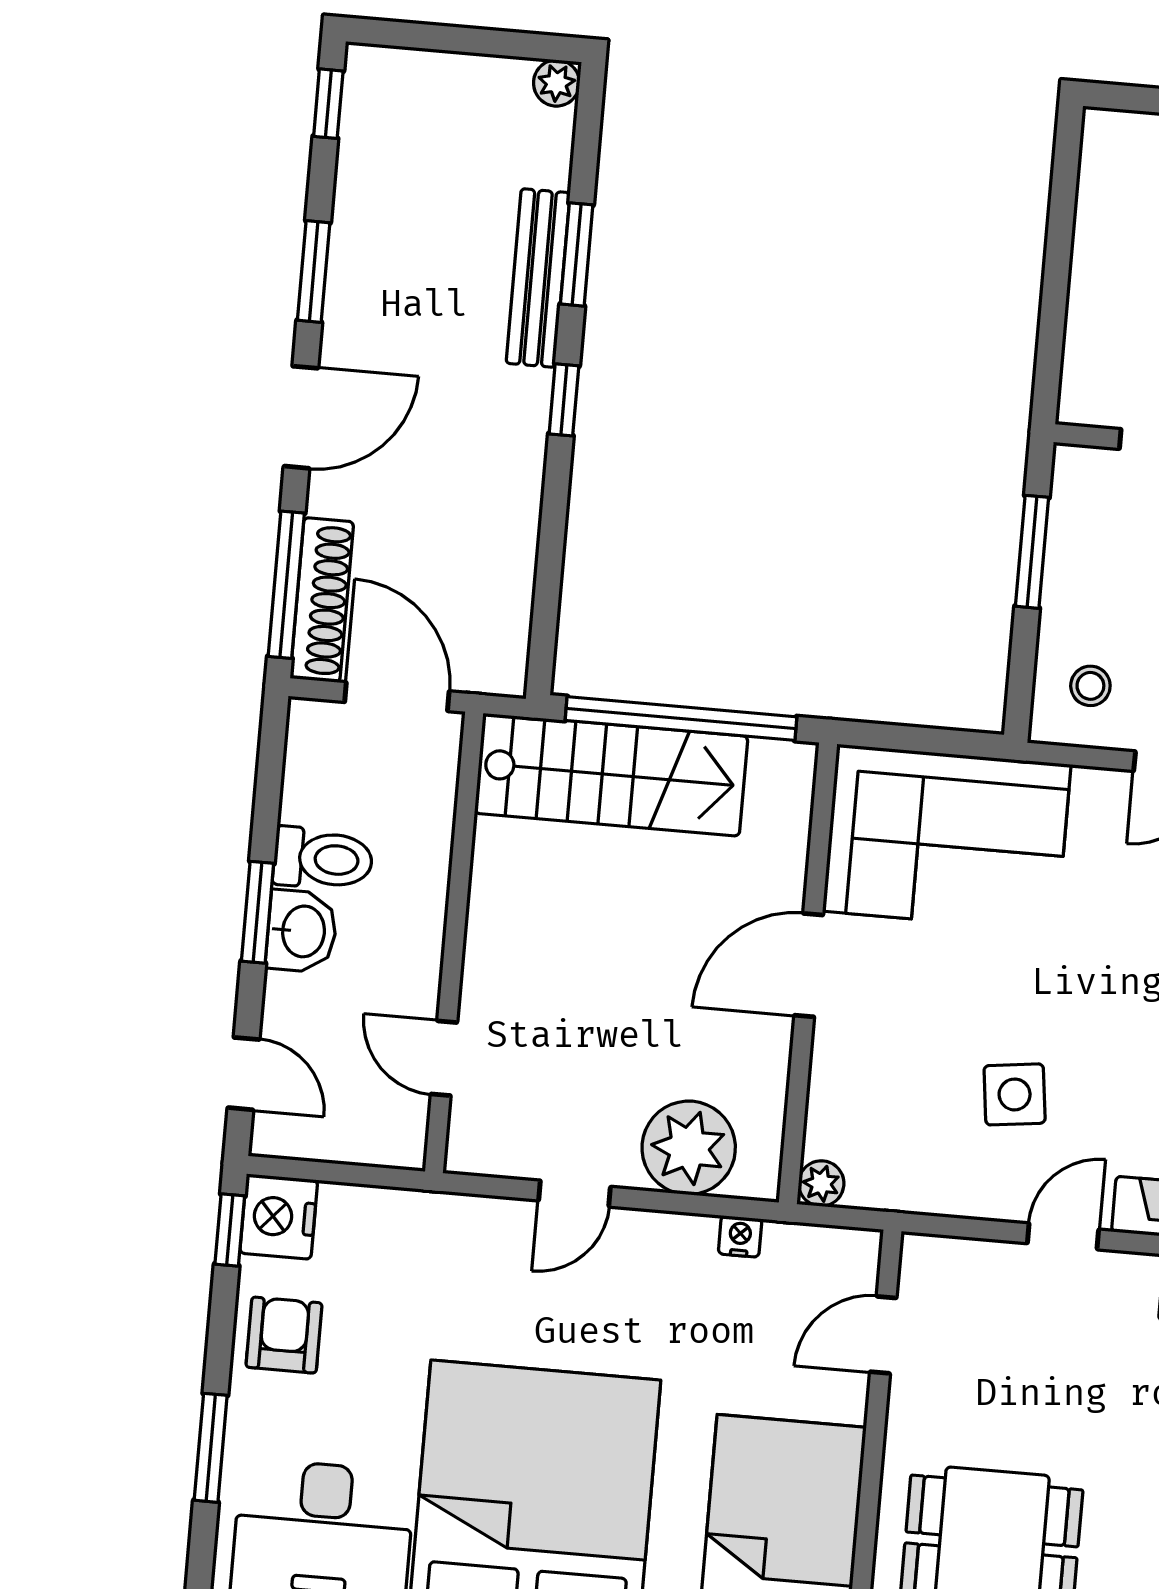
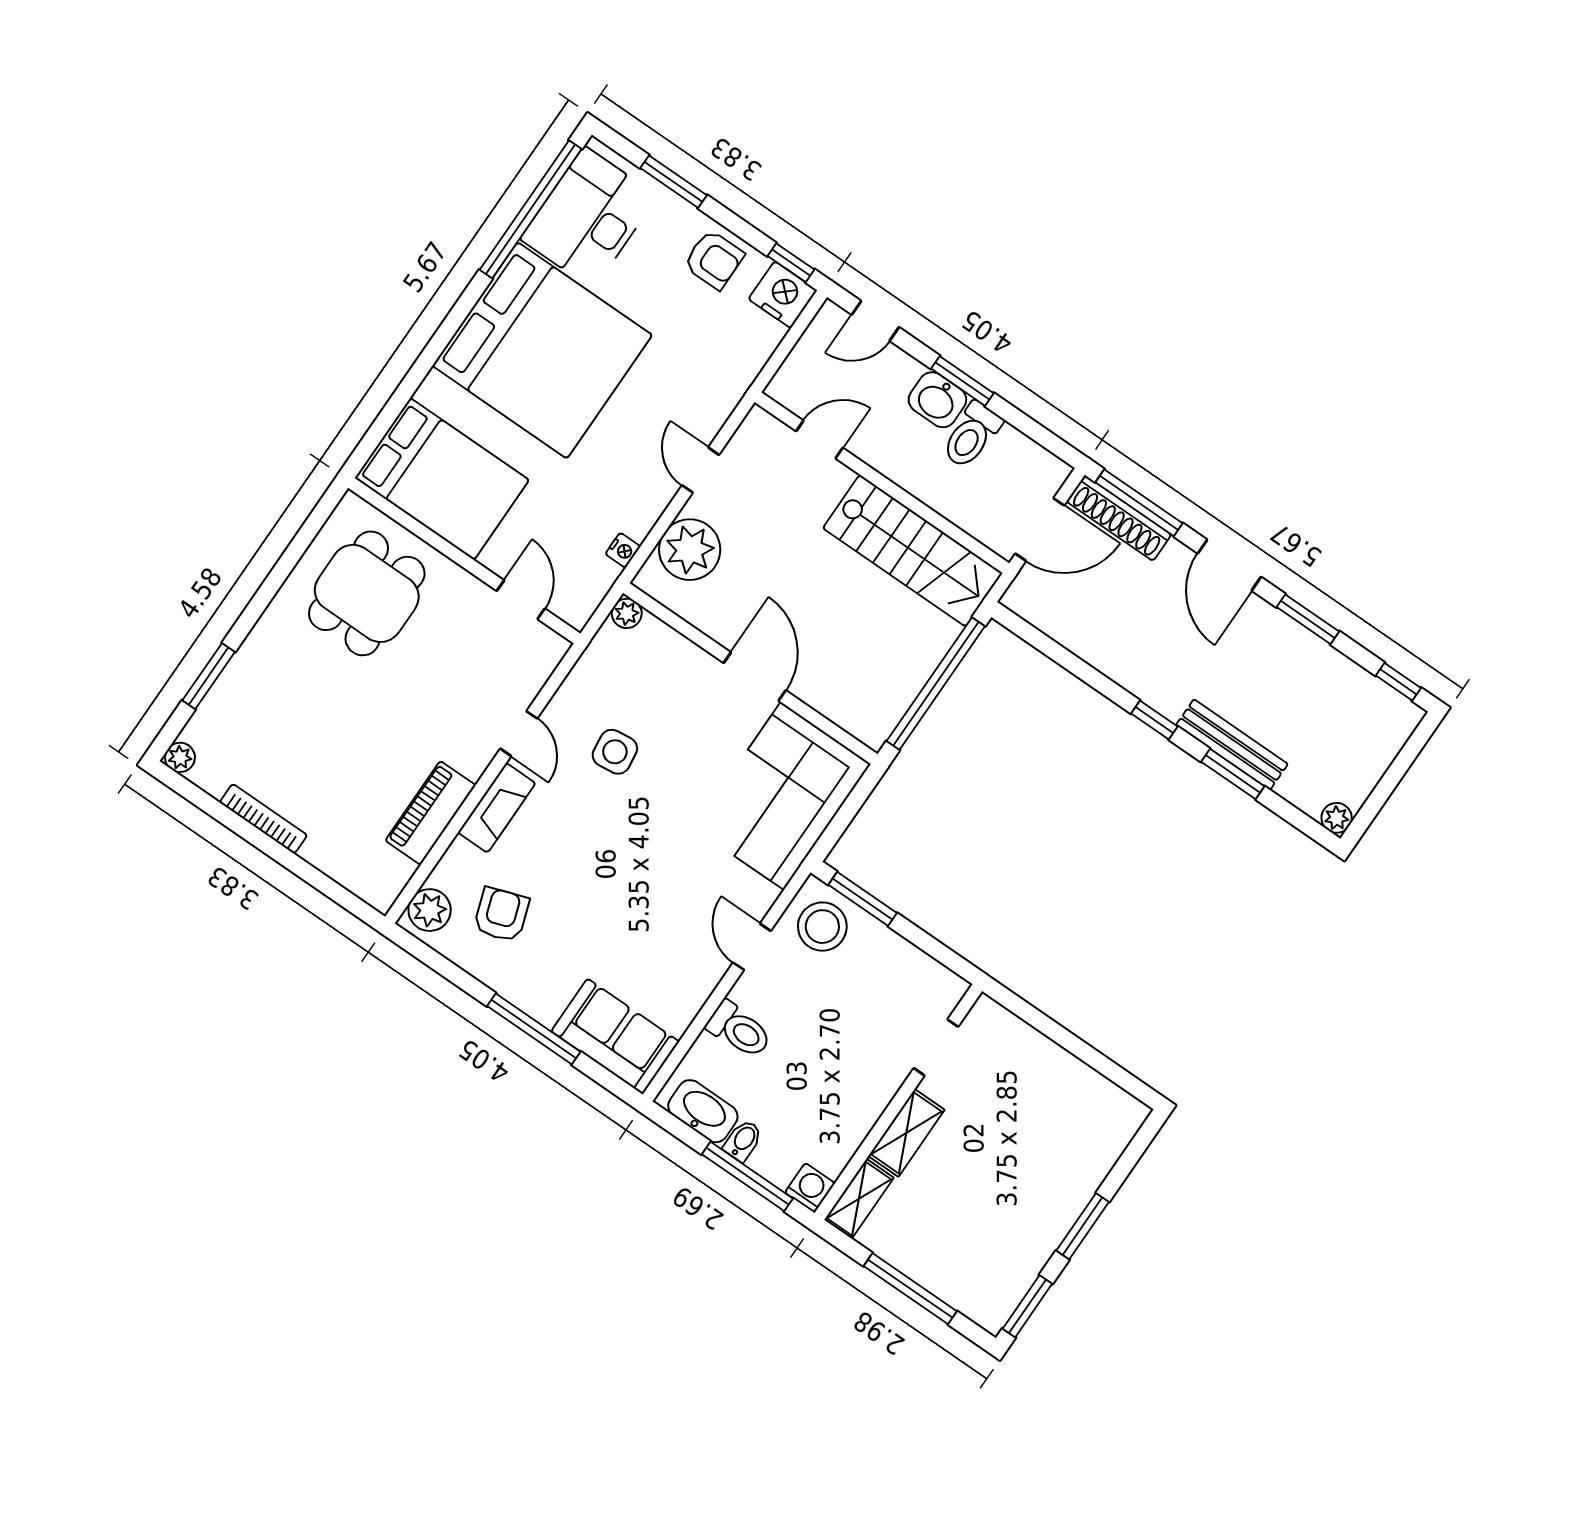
window: (1032, 552) -> (863, 899), moved
stool: (1090, 686) -> (822, 927), width x1.89, depth x1.89
stairs: (611, 775) -> (913, 551), moved, turned -90

